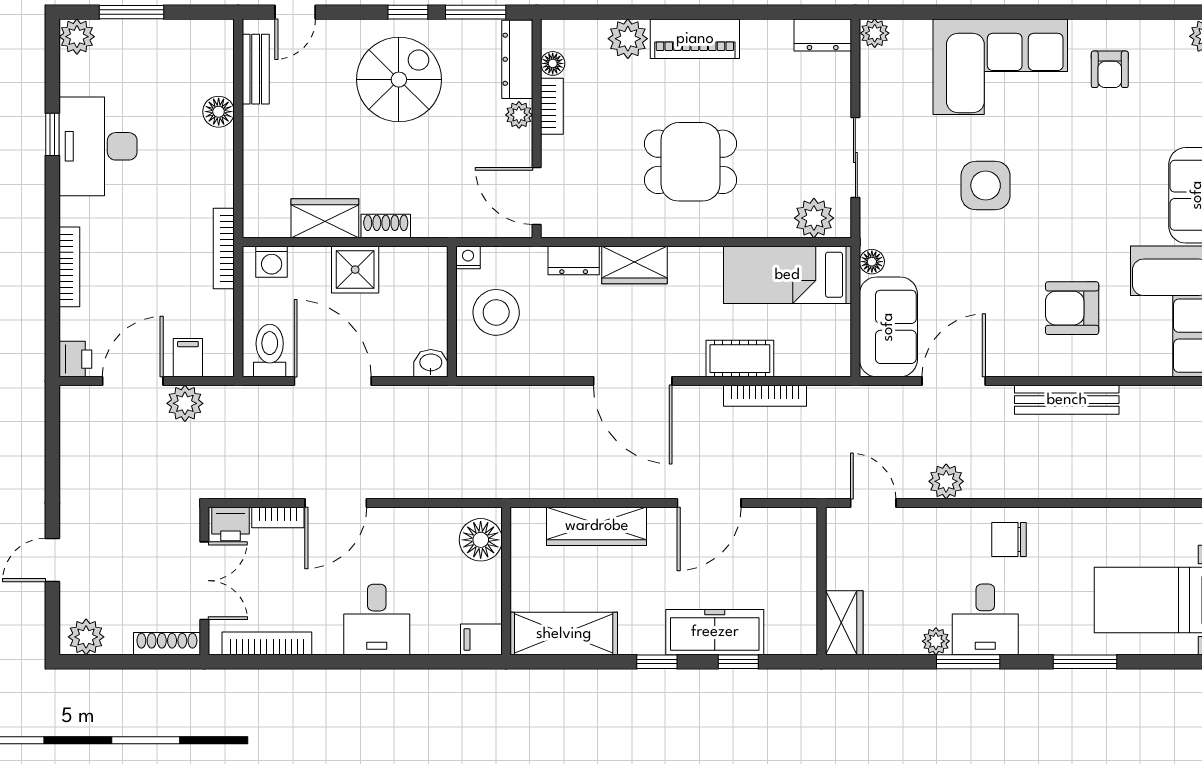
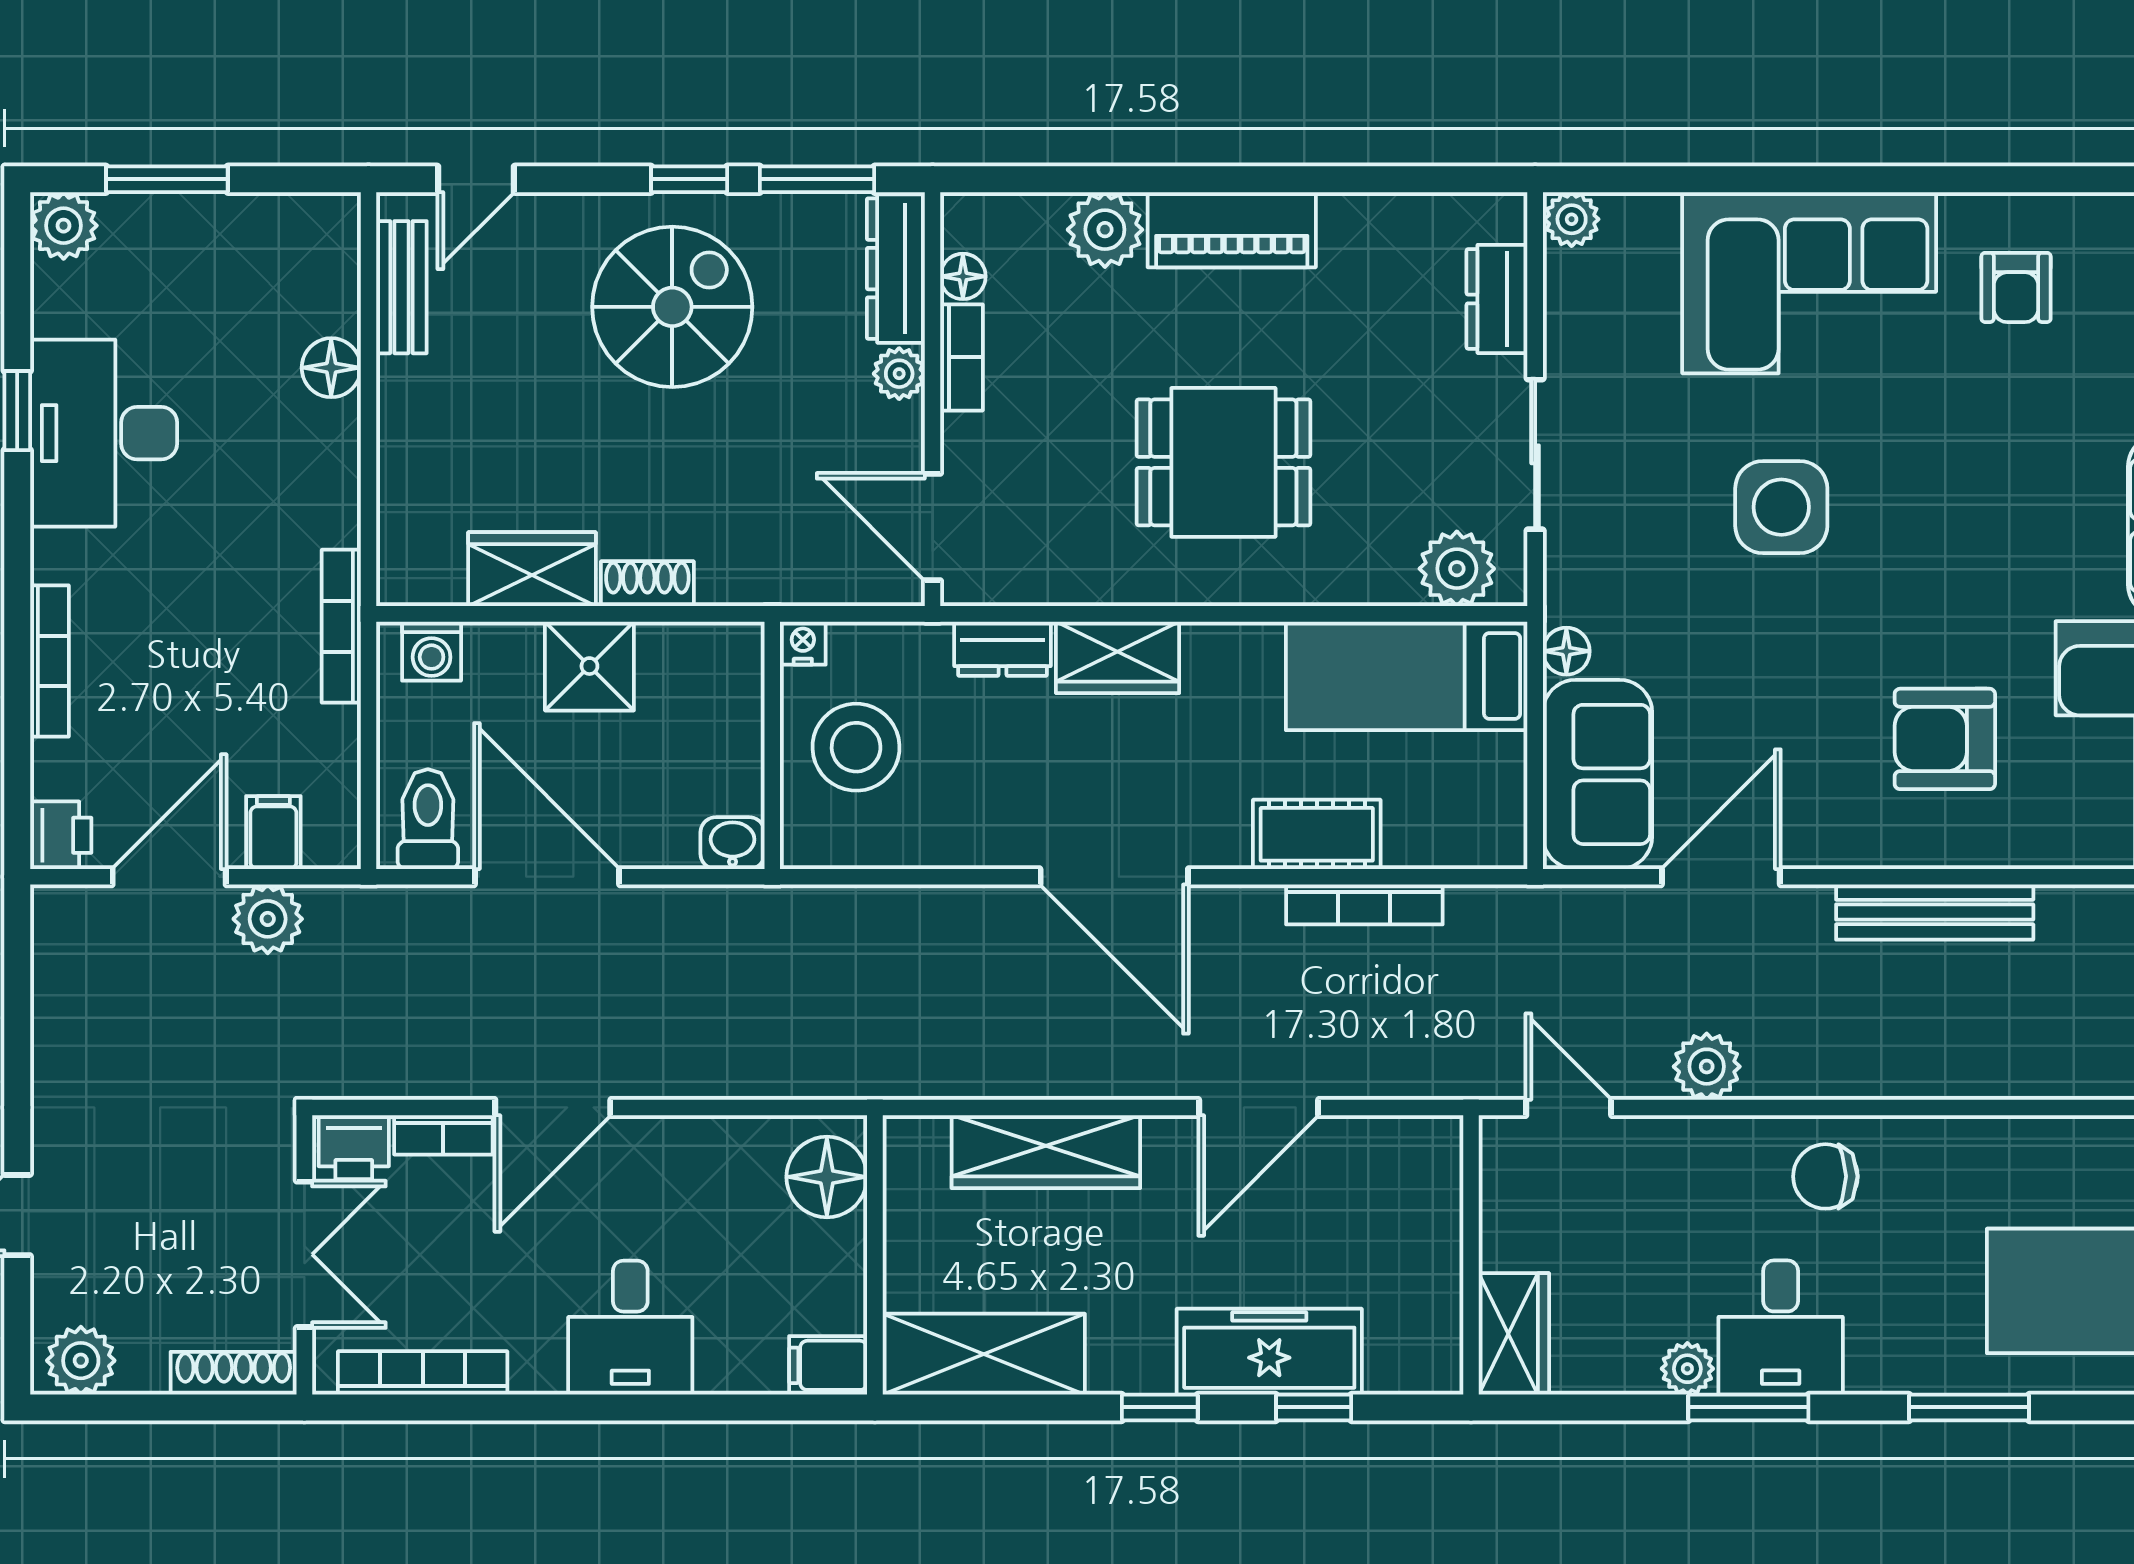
dresser: (823, 35) -> (1497, 299), moved, turned 90

